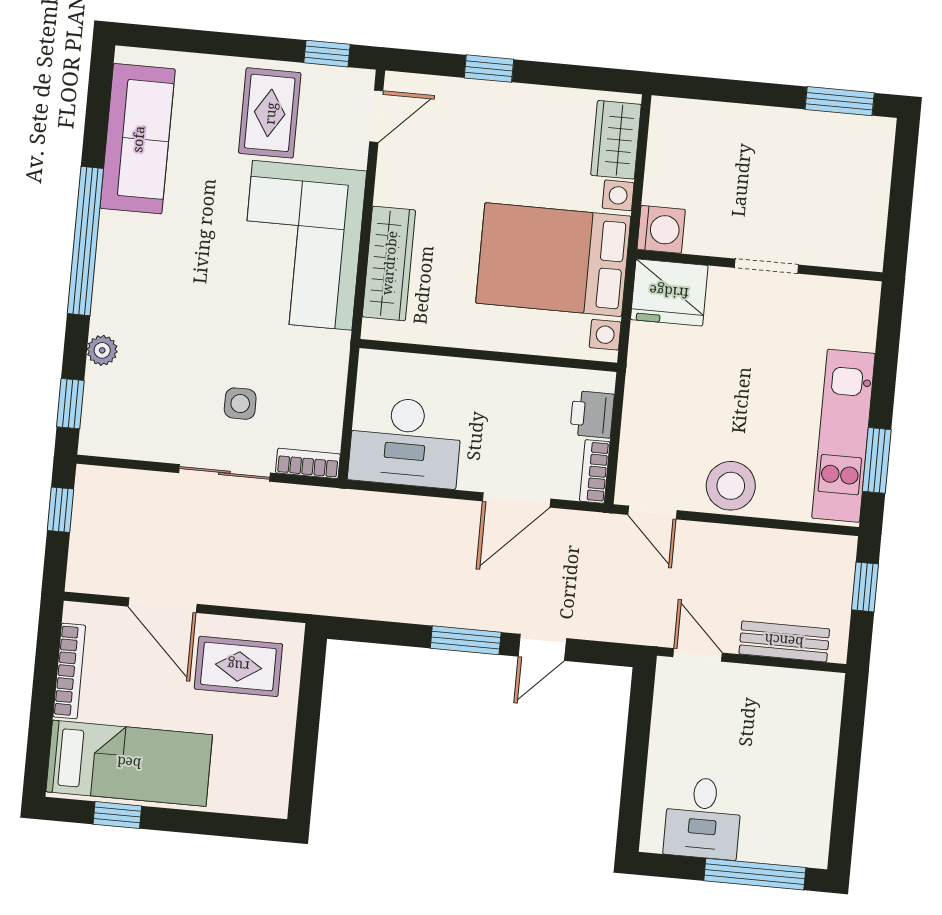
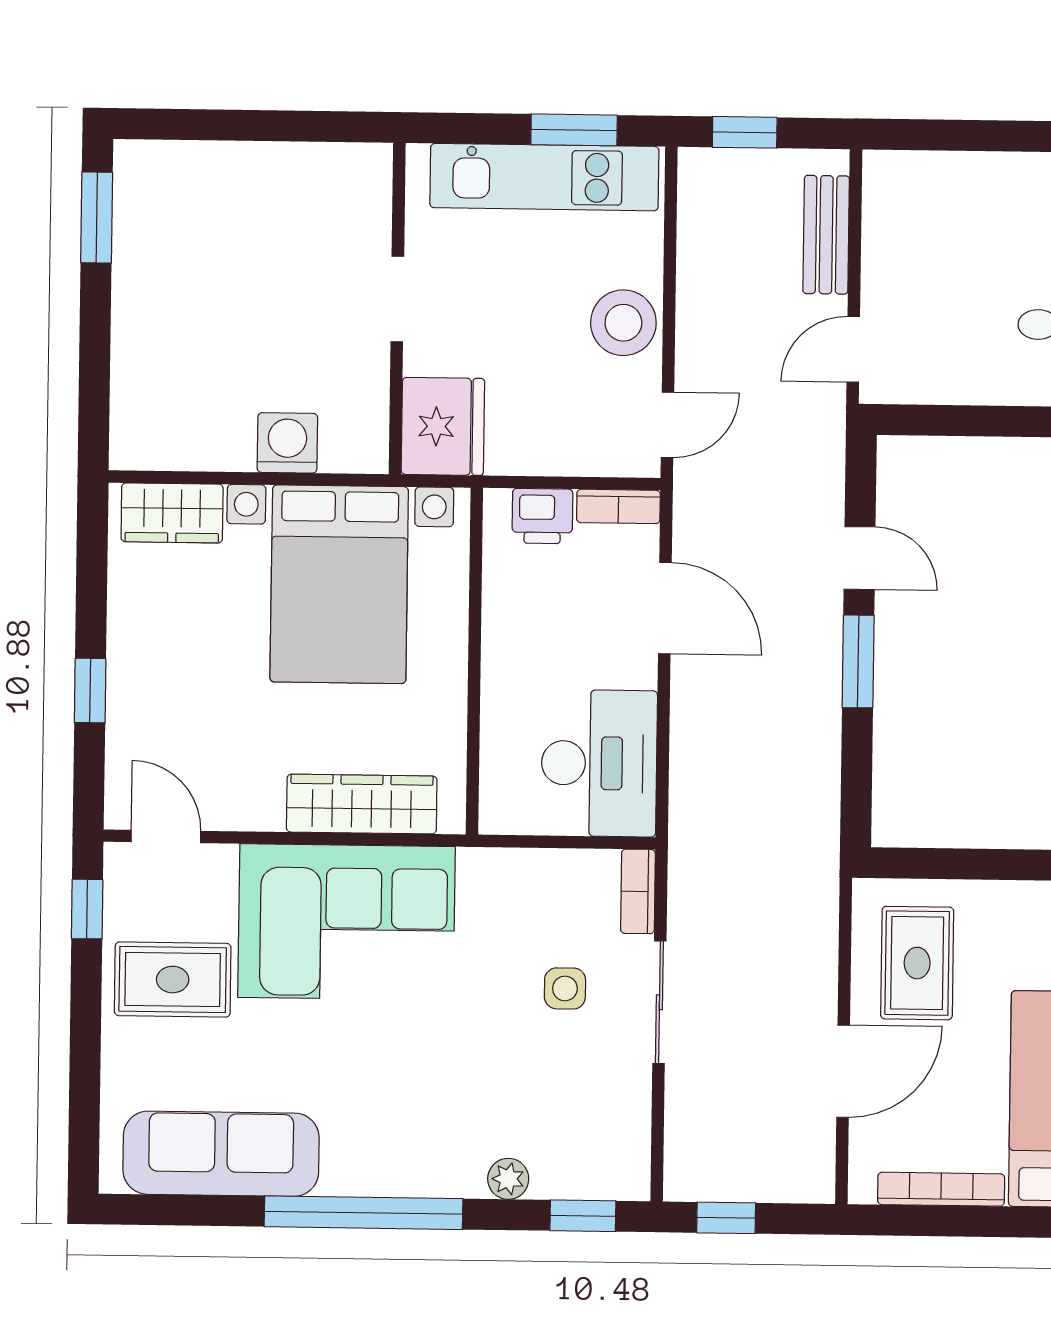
wall: (759, 266) -> (397, 309), moved
doorway: (767, 266) -> (397, 299), moved
fridge: (669, 292) -> (443, 426), moved

